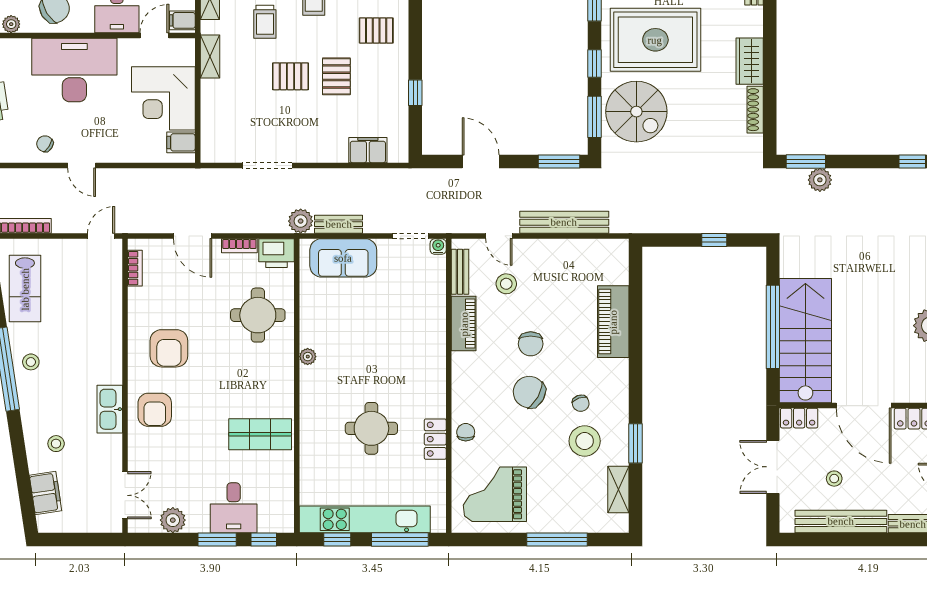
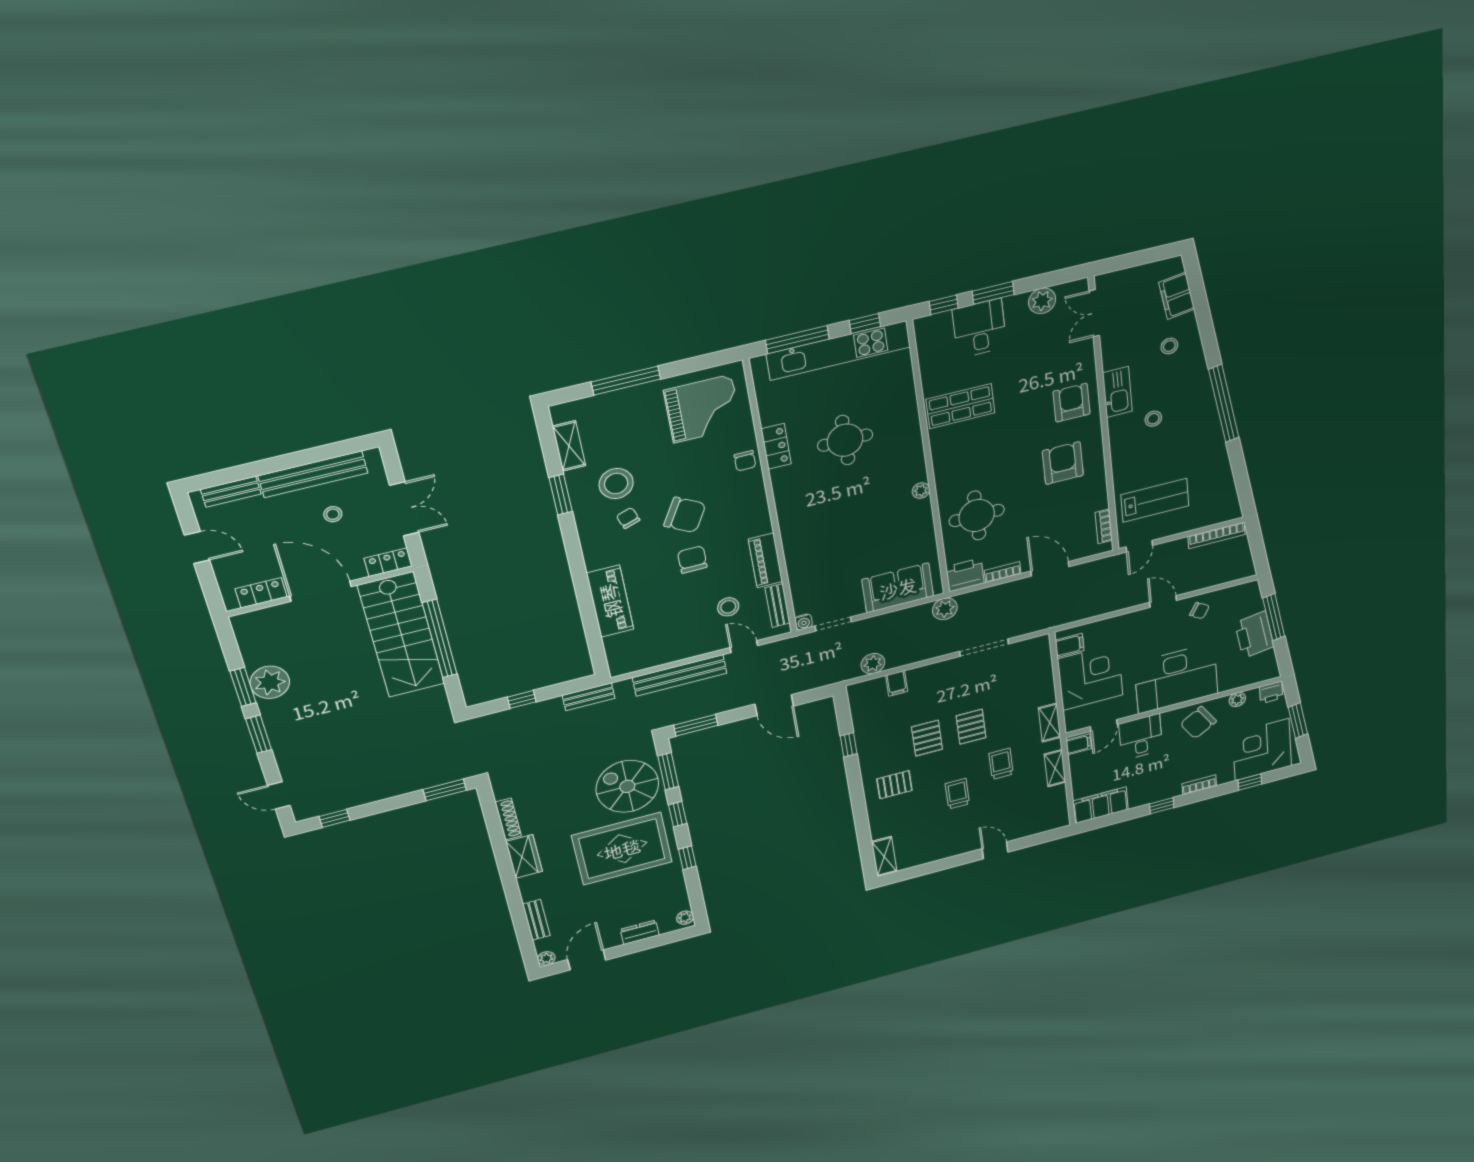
pallet: (291, 76) -> (971, 727), turned 90
filing cabinet: (368, 150) -> (897, 683), width x0.50
plant: (820, 180) -> (873, 664), moved
bench: (339, 224) -> (589, 697), moved
lab bench: (25, 289) -> (1155, 500), moved, turned 90
stool: (31, 362) -> (1153, 419), moved

